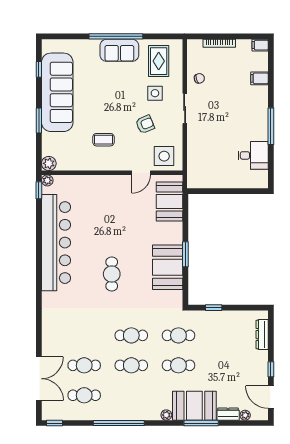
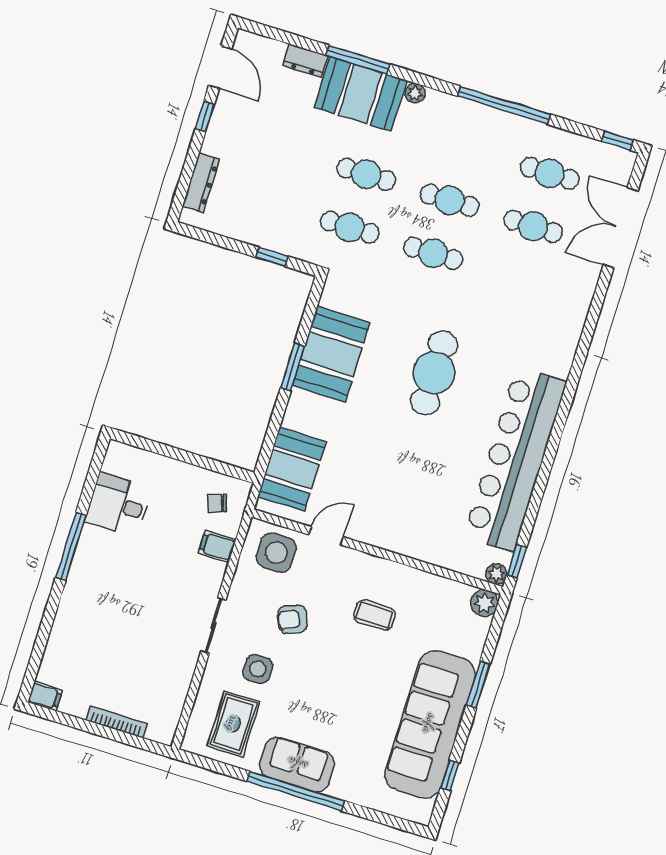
chair: (199, 78) -> (217, 503), moved
filing cabinet: (259, 78) -> (217, 546), moved, turned 180
cafe table: (112, 274) -> (434, 373), width x1.37, depth x1.35
plant: (245, 415) -> (276, 49), removed

